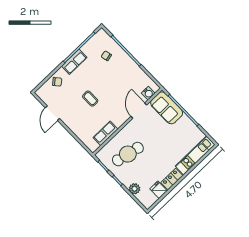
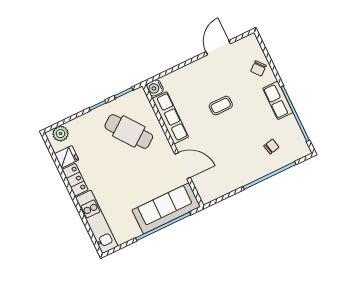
water cooler: (148, 93) -> (155, 88), moved
sofa: (167, 108) -> (166, 208), width x1.36
door: (52, 113) -> (218, 48), hinge flipped
row of seats: (105, 133) -> (170, 118), width x1.48
cafe table: (128, 154) -> (129, 131), turned -49
plant: (134, 189) -> (60, 134), moved

